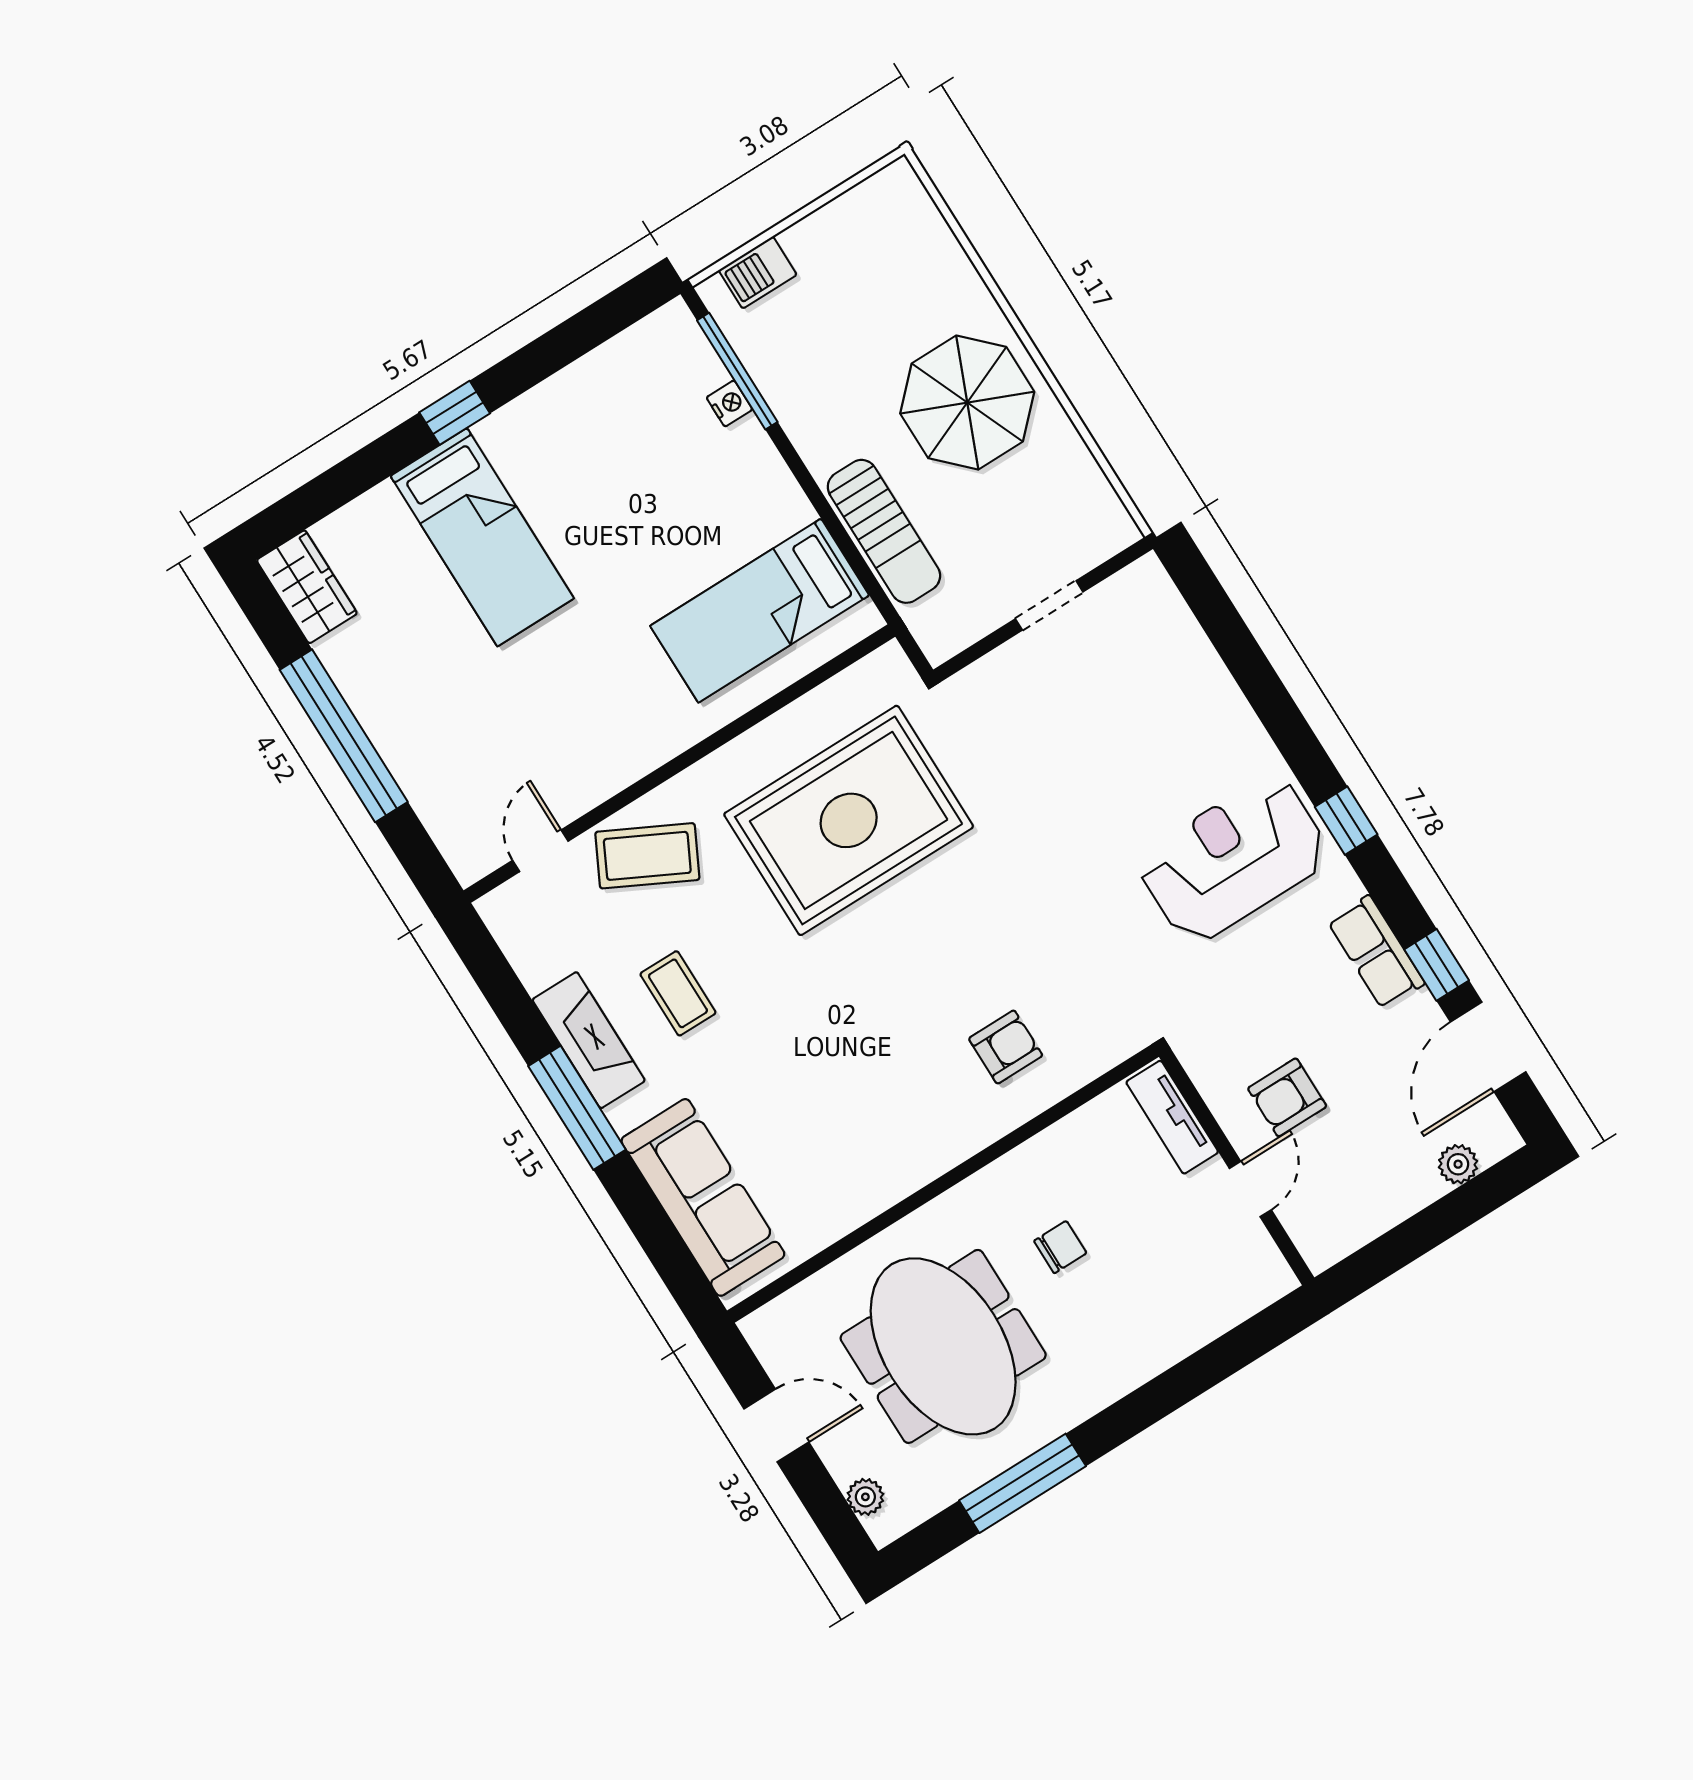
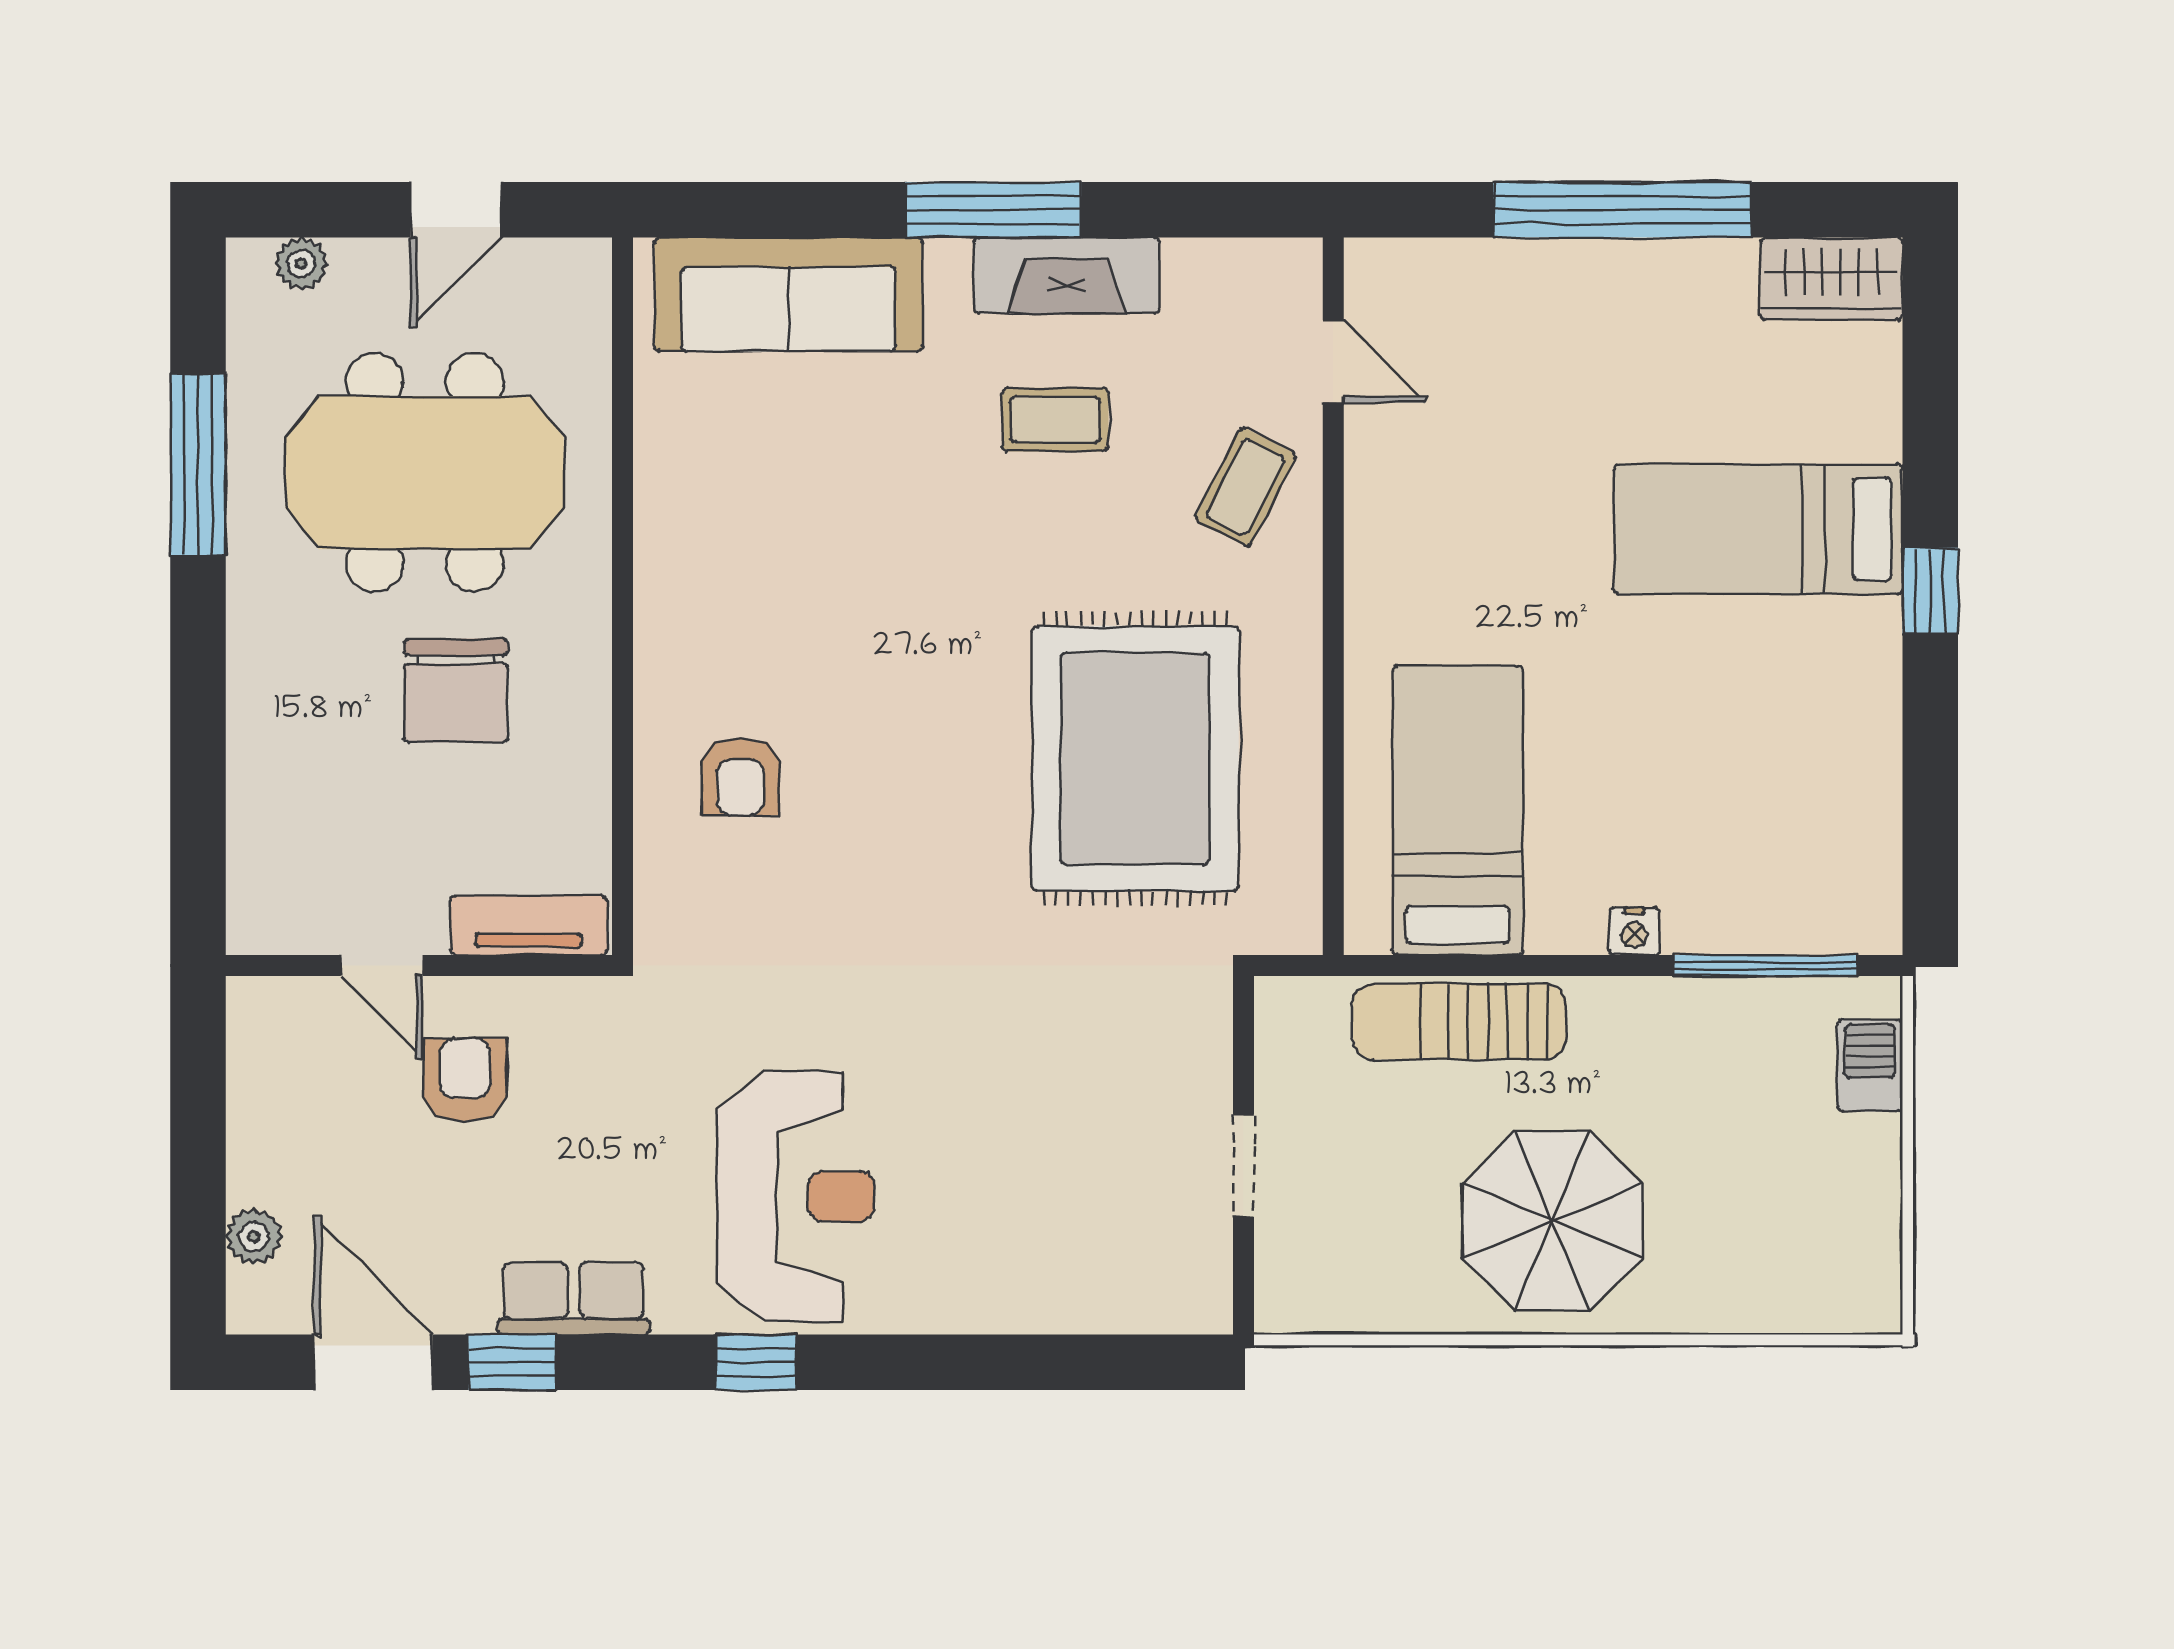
nightstand: (729, 403) -> (1634, 931), moved
coffee table: (647, 856) -> (1246, 487), width x0.73, depth x0.77
chair: (1060, 1247) -> (456, 691), width x1.87, depth x1.87

